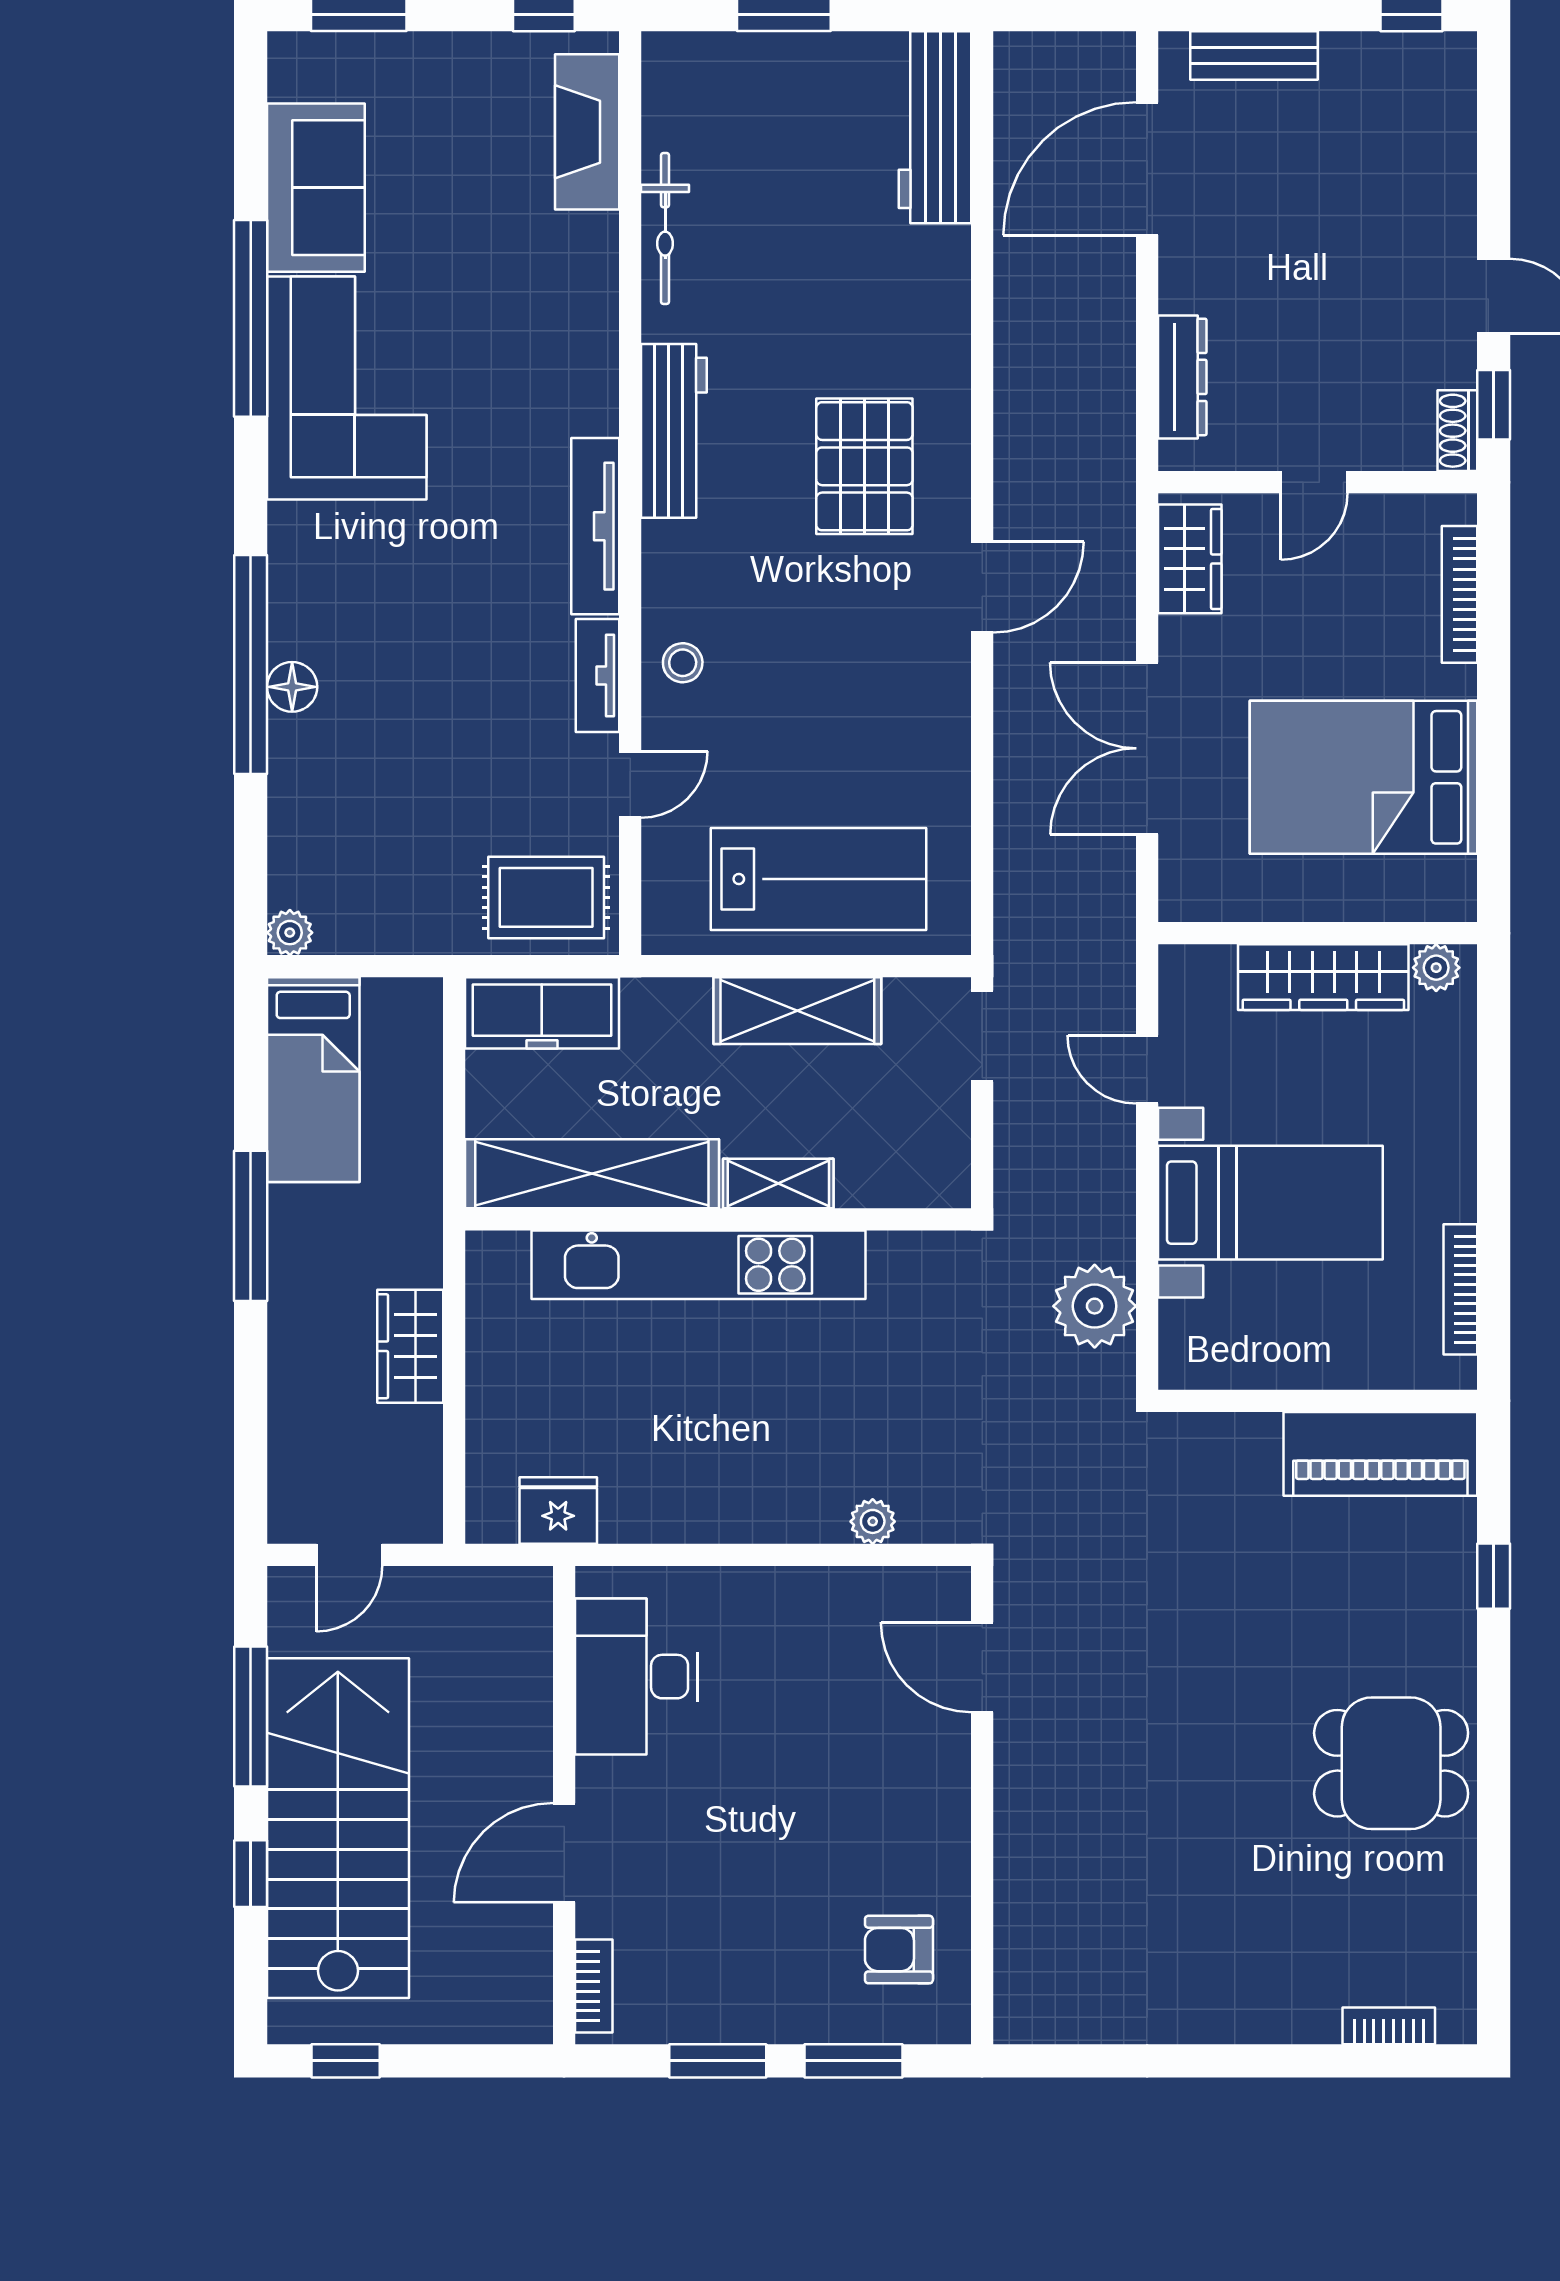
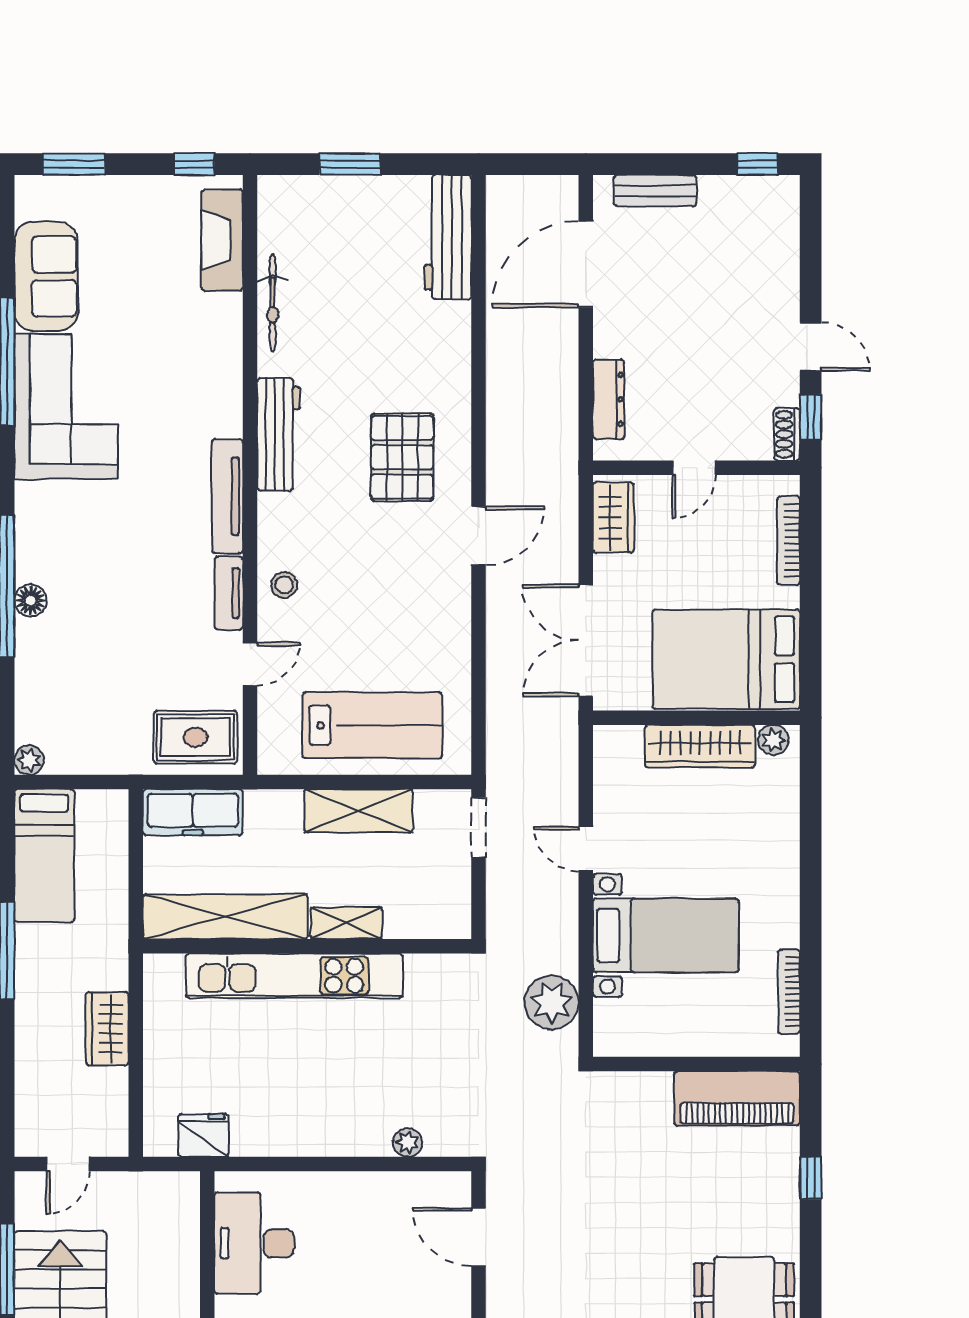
wall: (1318, 933) -> (696, 718), moved
plant: (1436, 968) -> (773, 740), moved
wardrobe: (1323, 977) -> (700, 746), moved

